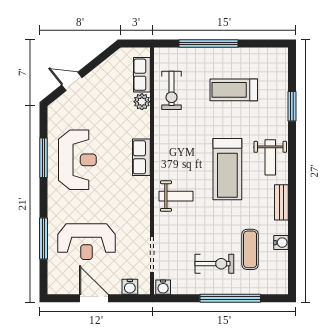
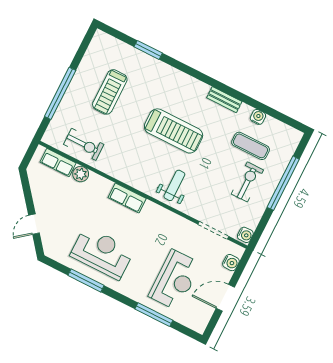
weight bench: (270, 157) -> (182, 90), removed

